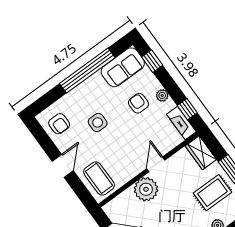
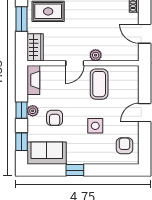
window: (87, 71) -> (75, 170), width x0.32
window: (187, 109) -> (21, 110), moved
coffee table: (99, 178) -> (99, 84), moved
plant: (146, 189) -> (96, 55), width x0.53, depth x0.53

